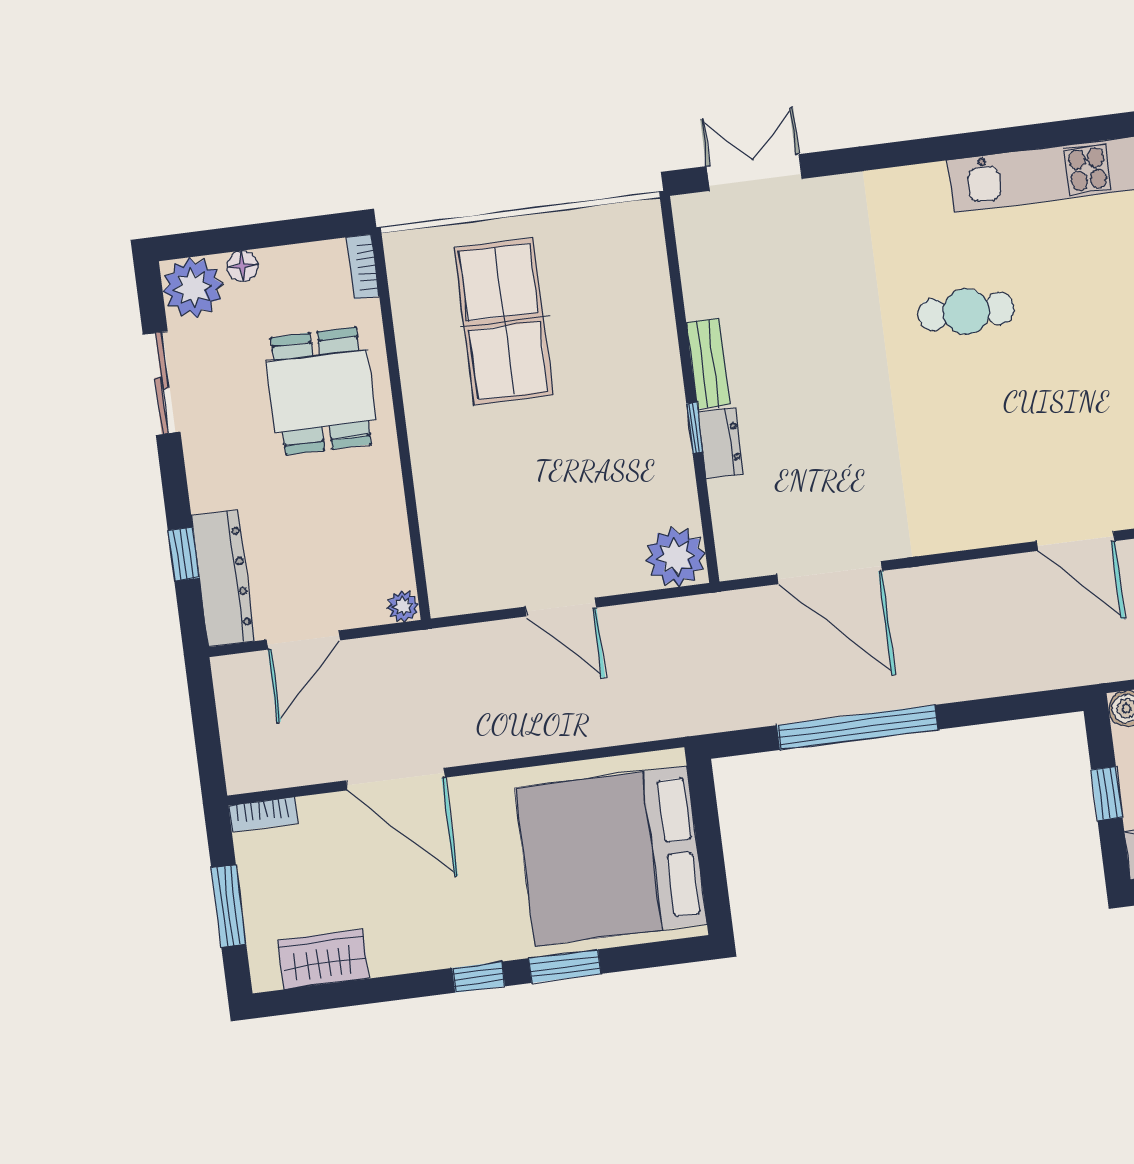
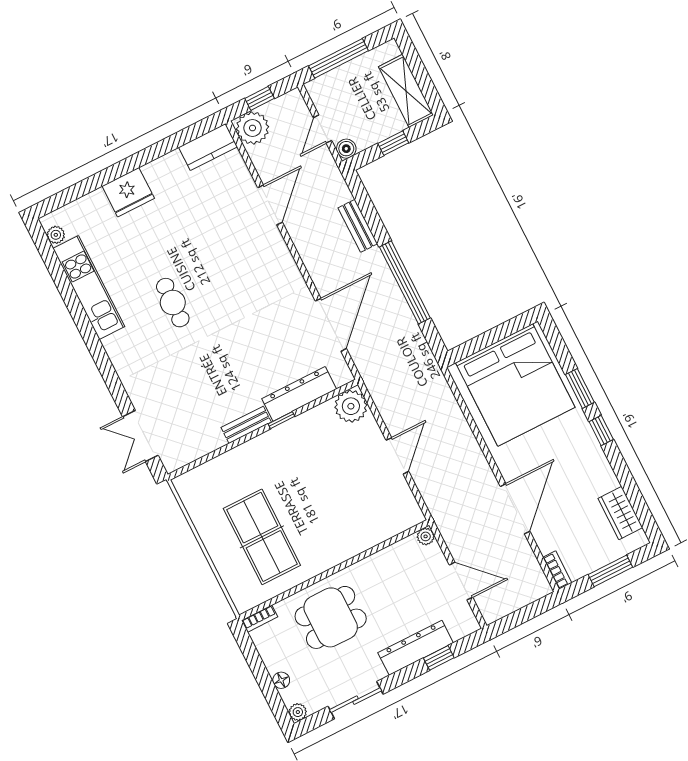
plant: (193, 288) -> (298, 712), width x0.53, depth x0.53
table tennis table: (504, 322) -> (262, 537), turned 90
dresser: (721, 443) -> (299, 394), width x1.96, depth x1.24
dresser: (223, 578) -> (416, 648), moved
bench: (985, 681) -> (358, 226), added

